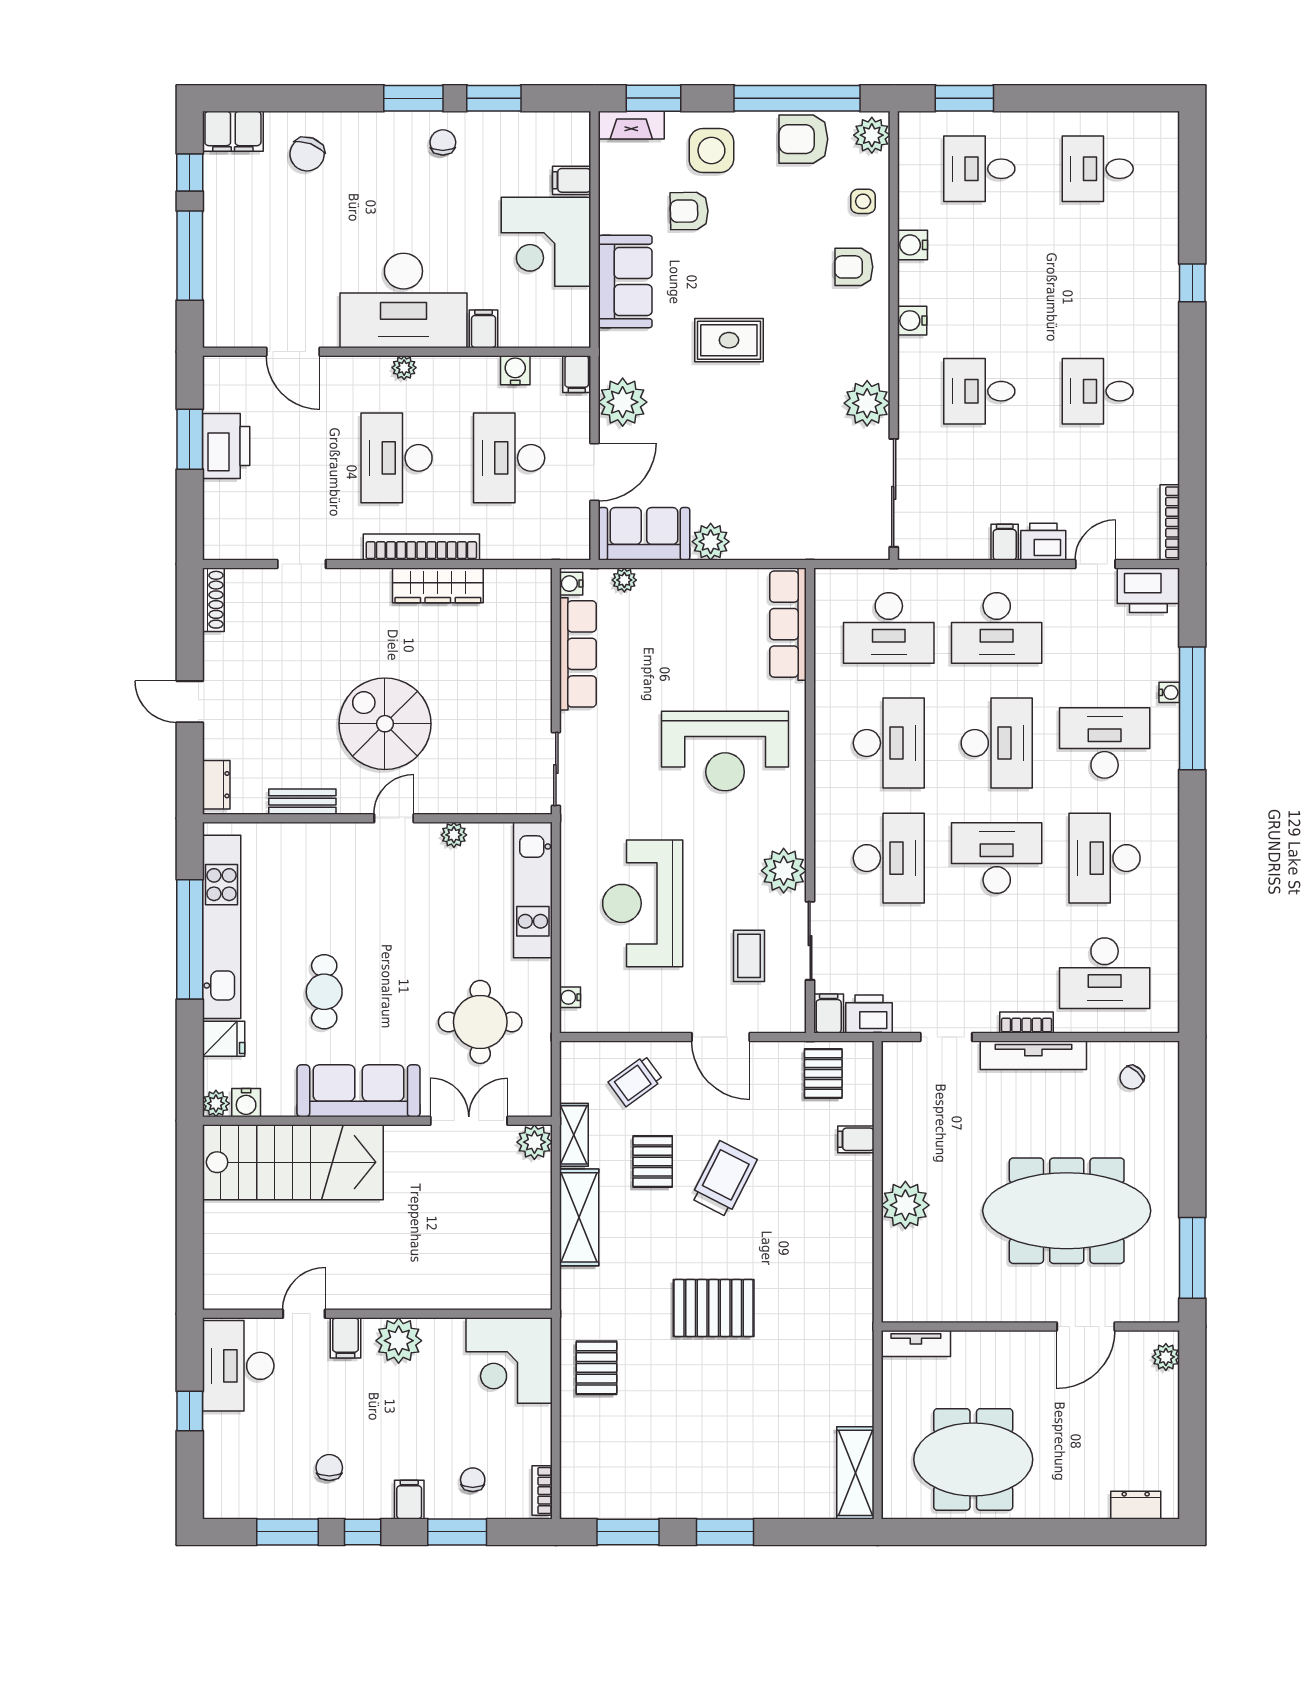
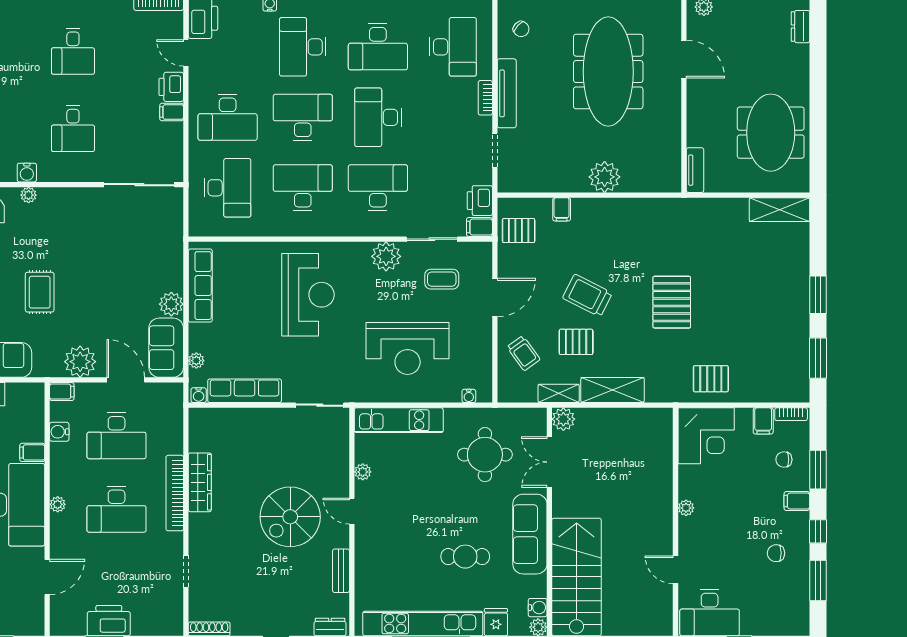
plant: (867, 403) -> (29, 195), moved, width x0.53, depth x0.53
row of seats: (788, 624) -> (200, 286), moved, turned -90
desk: (997, 628) -> (228, 117), turned 90
filing cabinet: (345, 1338) -> (763, 421), moved, turned 90
plant: (399, 1341) -> (686, 508), width x0.53, depth x0.53

